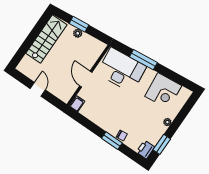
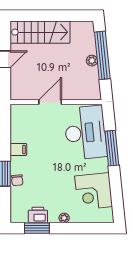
window: (79, 24) -> (102, 55), width x2.11
stairs: (46, 39) -> (40, 32), moved
filing cabinet: (77, 104) -> (18, 149), moved
printer: (145, 150) -> (38, 215), moved

